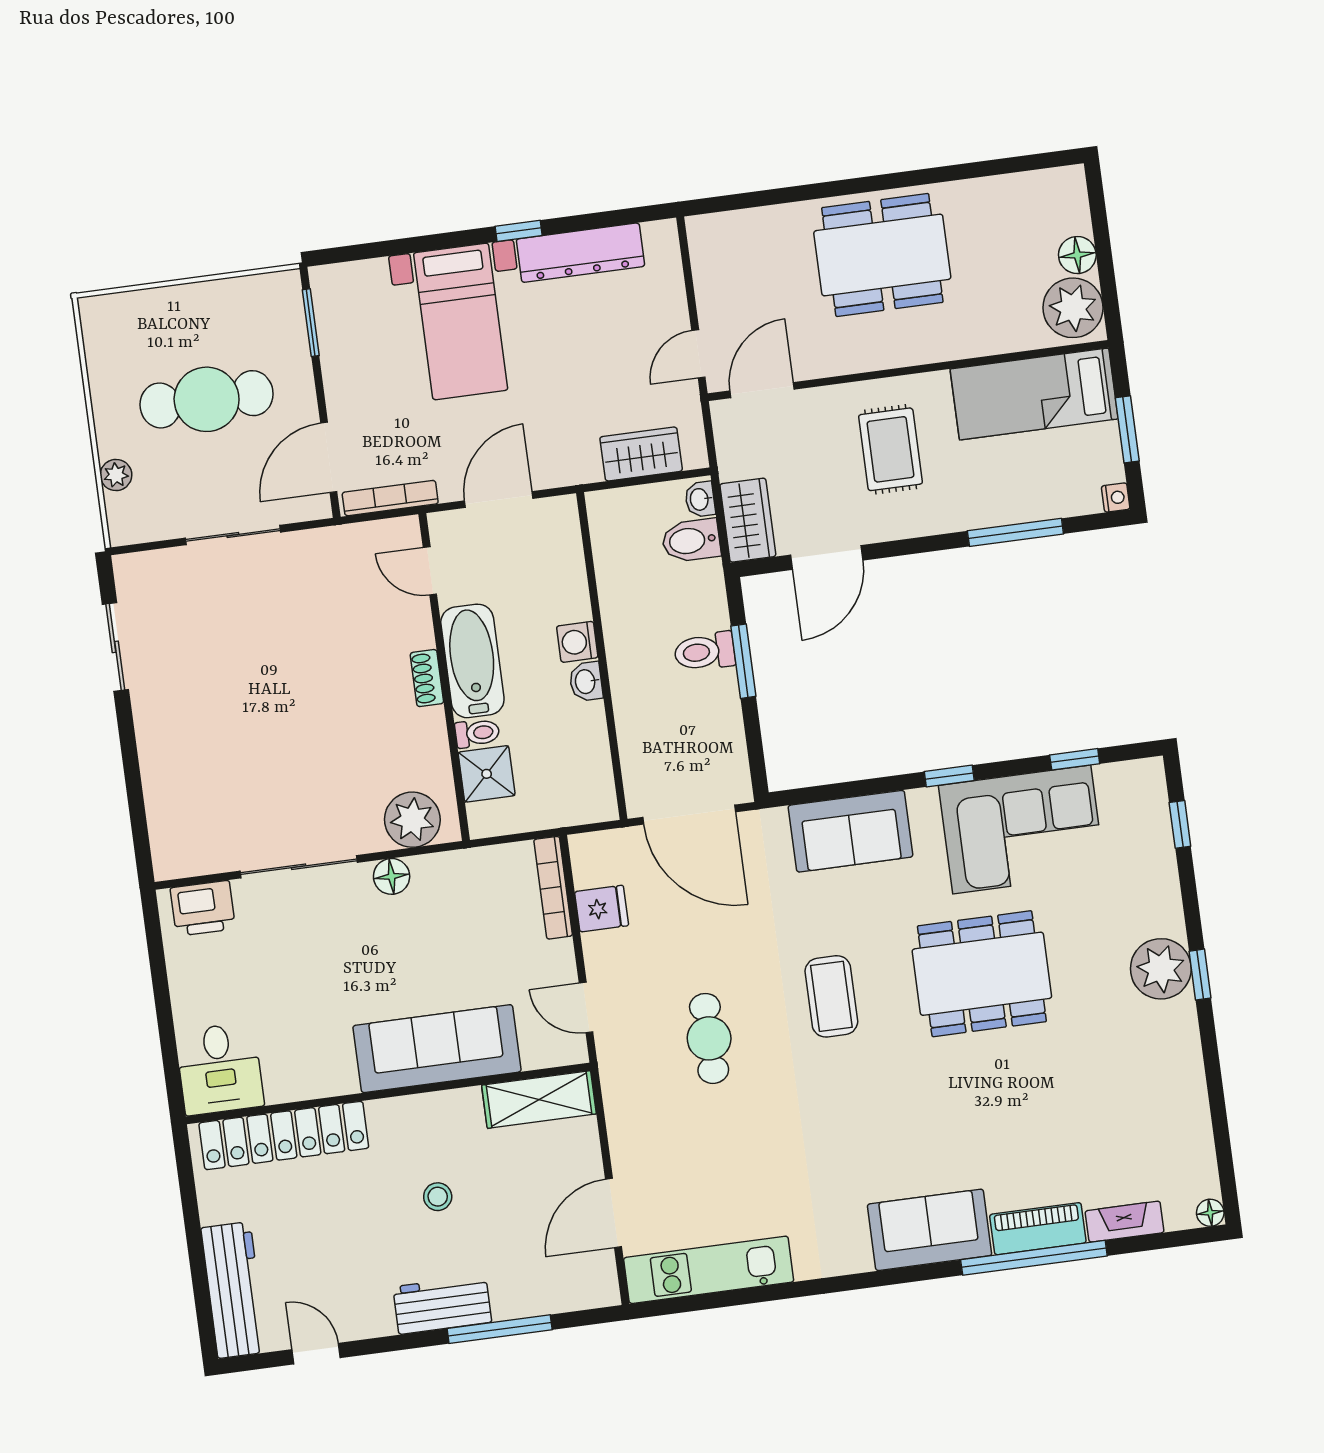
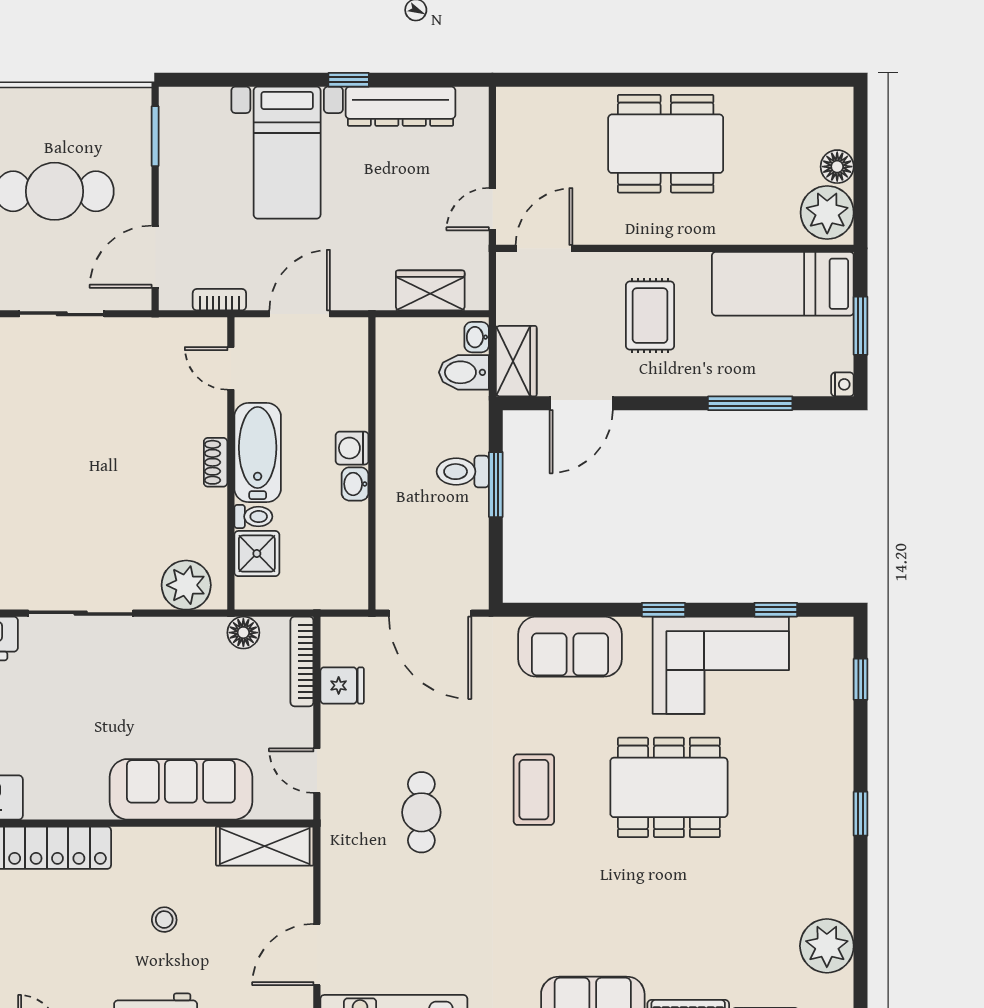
bookcase: (390, 498) -> (219, 300), width x0.64
floor lamp: (392, 876) -> (243, 633), moved
plant: (1161, 969) -> (827, 946), moved

